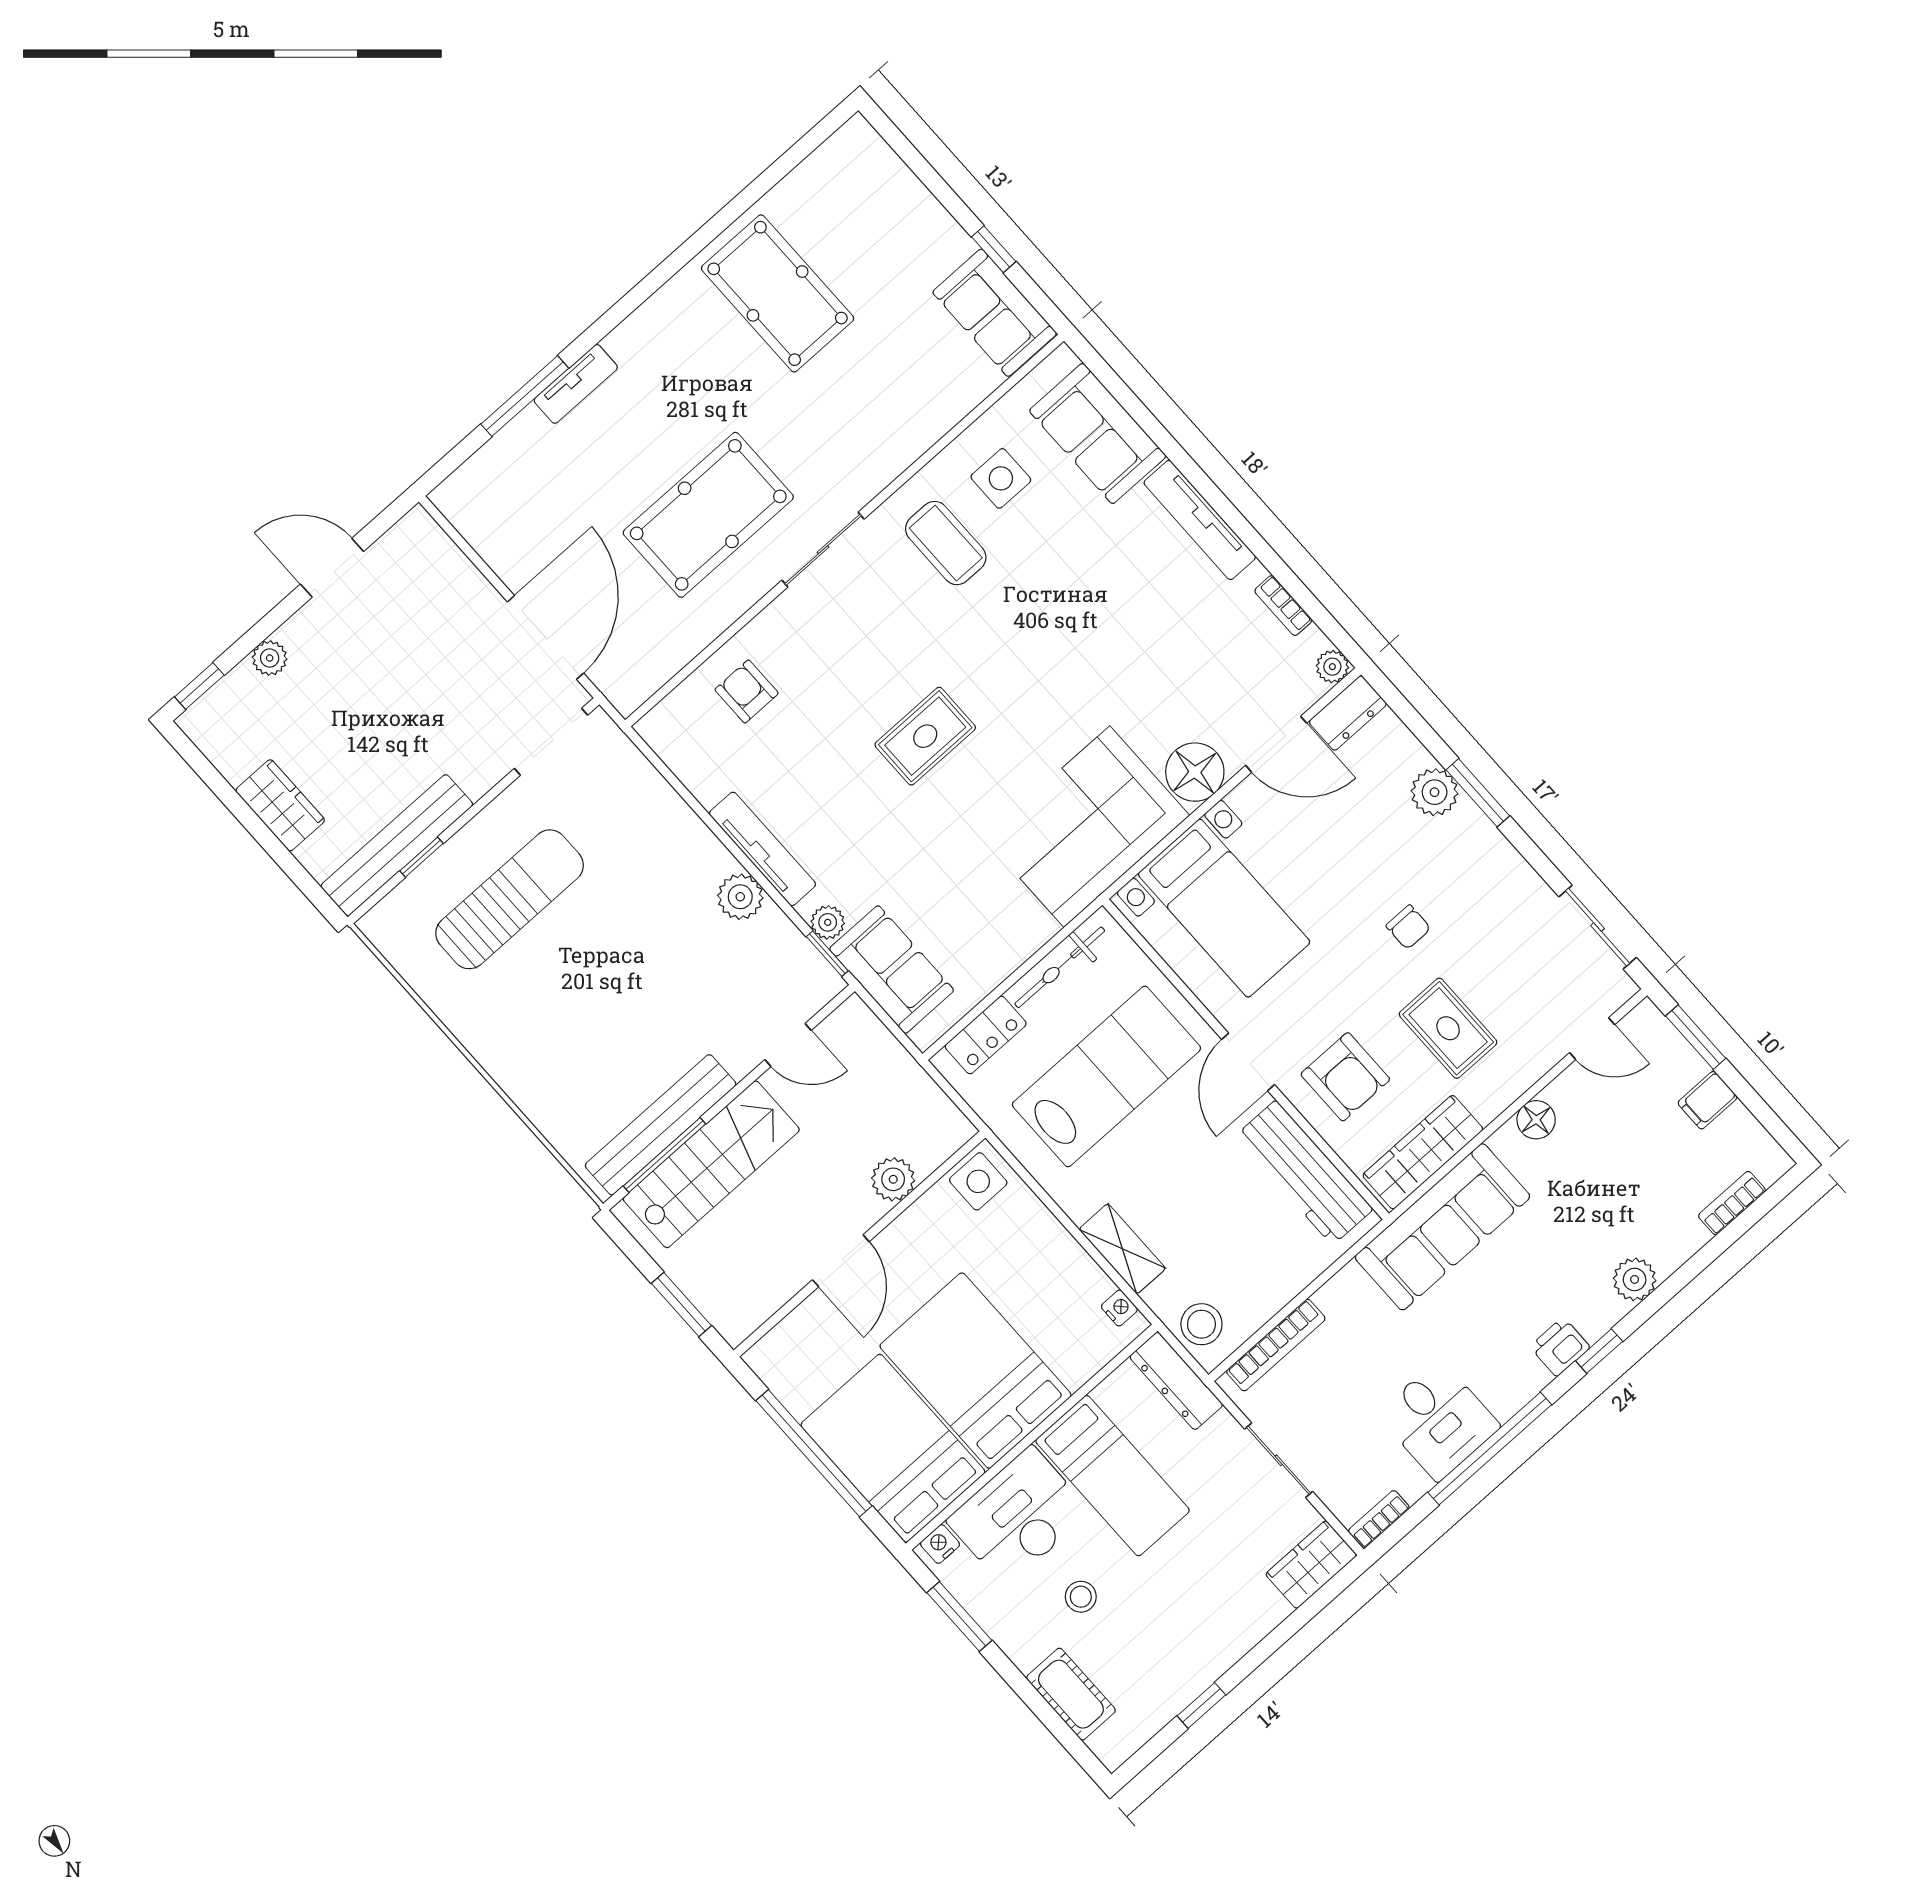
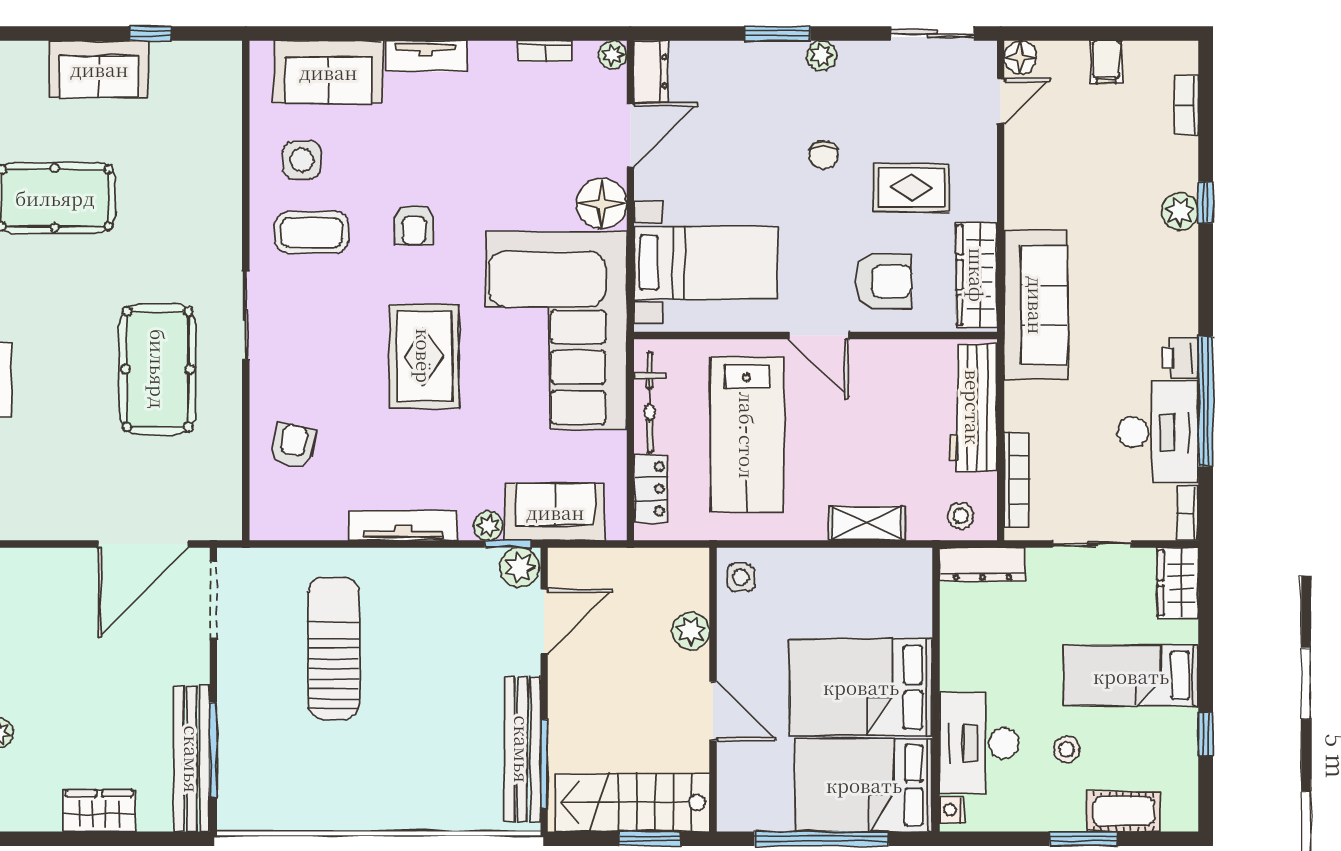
sofa: (995, 313) -> (99, 69), moved
tv unit: (1200, 520) -> (426, 56), width x0.71
armchair: (1031, 626) -> (414, 225), added
door: (546, 637) -> (143, 544), swing flipped
armchair: (747, 691) -> (293, 446), turned 103
rug: (925, 736) -> (424, 356), width x1.36, depth x1.43
plant: (1435, 792) -> (821, 55), moved, width x0.73, depth x0.73
corner sofa: (1087, 827) -> (556, 331), width x1.36, depth x1.36
window: (422, 857) -> (213, 749), width x2.17
plant: (740, 897) -> (519, 567), moved
sun lounger: (510, 899) -> (334, 648), moved
chair: (1408, 927) -> (824, 155), turned 90
window: (1696, 1037) -> (1059, 33), removed
door: (788, 1045) -> (544, 621), width x1.38
lab bench: (1106, 1076) -> (747, 435), turned 180
floor lamp: (1536, 1120) -> (1021, 57), moved
stairs: (711, 1164) -> (632, 802), moved, turned -90
workbench: (1304, 1173) -> (973, 407), moved, turned 90
side table: (978, 1181) -> (741, 577), width x0.73, depth x0.73
nightstand: (1119, 1308) -> (903, 559), removed
stool: (1201, 1324) -> (961, 516), width x0.73, depth x0.73
printer: (1560, 1347) -> (1180, 358), moved
window: (1599, 1351) -> (1206, 202), moved
desk: (1439, 1420) -> (1158, 432), width x1.37
bed: (1113, 1476) -> (1131, 676), moved, turned 180
window: (959, 1616) -> (1084, 839), moved

